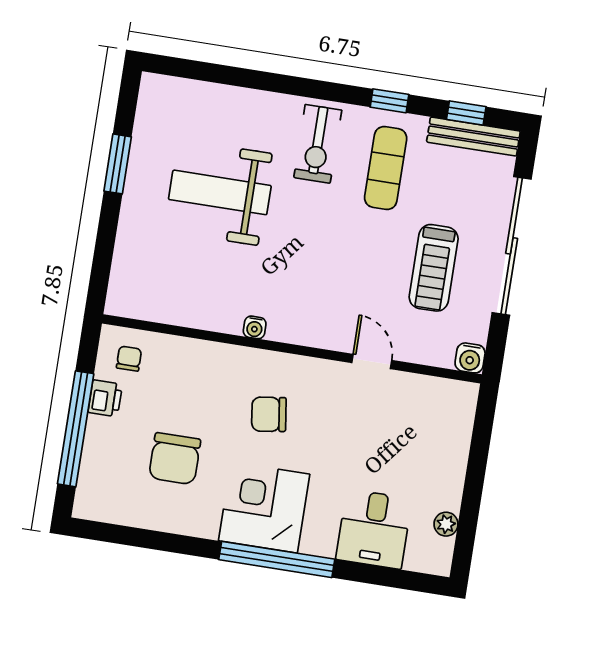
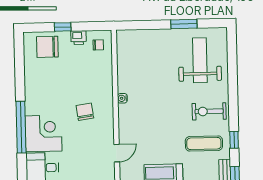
weight bench: (220, 192) -> (200, 60), moved
window: (76, 429) -> (63, 27), width x0.32
chair: (175, 459) -> (47, 47), moved
corner desk: (264, 507) -> (43, 133), moved

